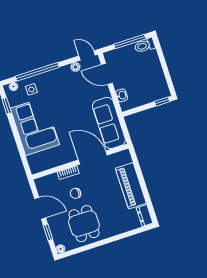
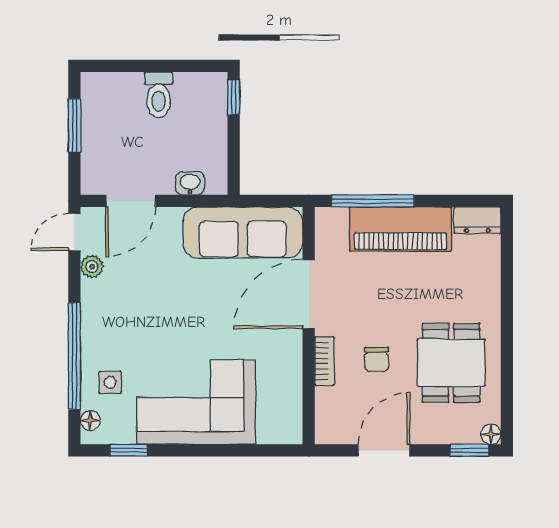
window: (130, 41) -> (74, 125), width x0.69
toilet: (145, 45) -> (159, 95), moved
window: (139, 171) -> (373, 201), added
dining table: (84, 224) -> (451, 363), turned 90
window: (48, 232) -> (469, 450), moved

